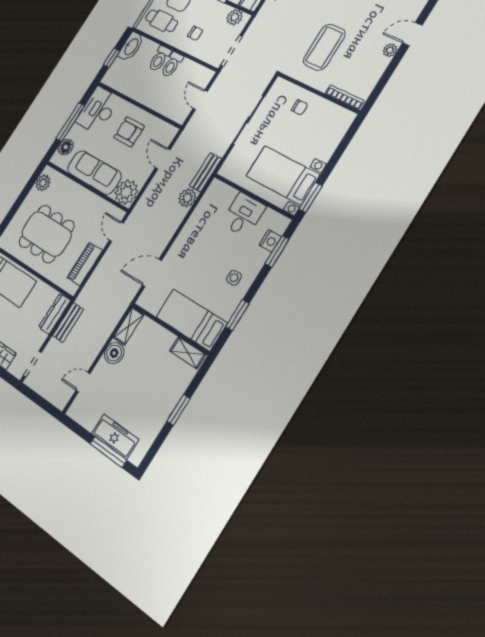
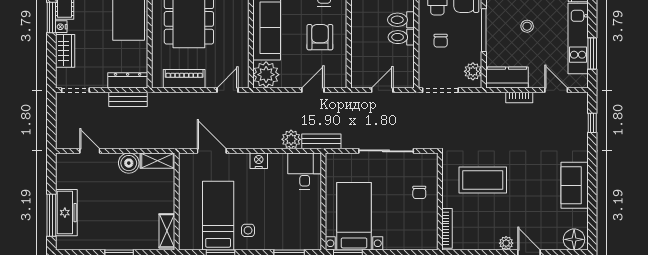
desk: (243, 215) -> (305, 171), moved, turned -90
nightstand: (270, 241) -> (259, 161), moved, turned 180
bed: (191, 320) -> (218, 216), moved

